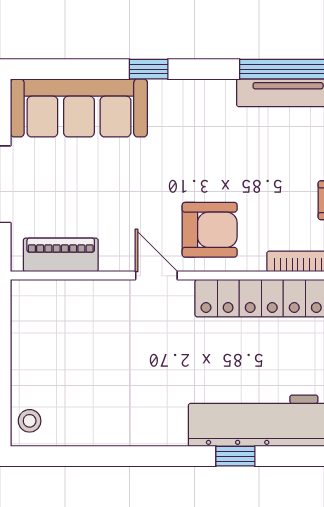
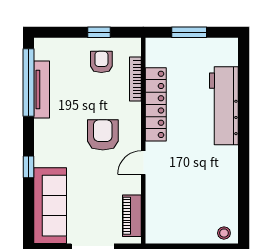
armchair: (210, 230) -> (103, 135), moved
window: (235, 456) -> (244, 119), removed

